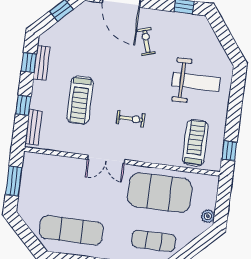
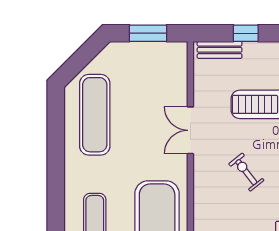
exercise bike: (131, 119) -> (246, 172), turned 142
double door: (106, 160) -> (190, 130), moved

